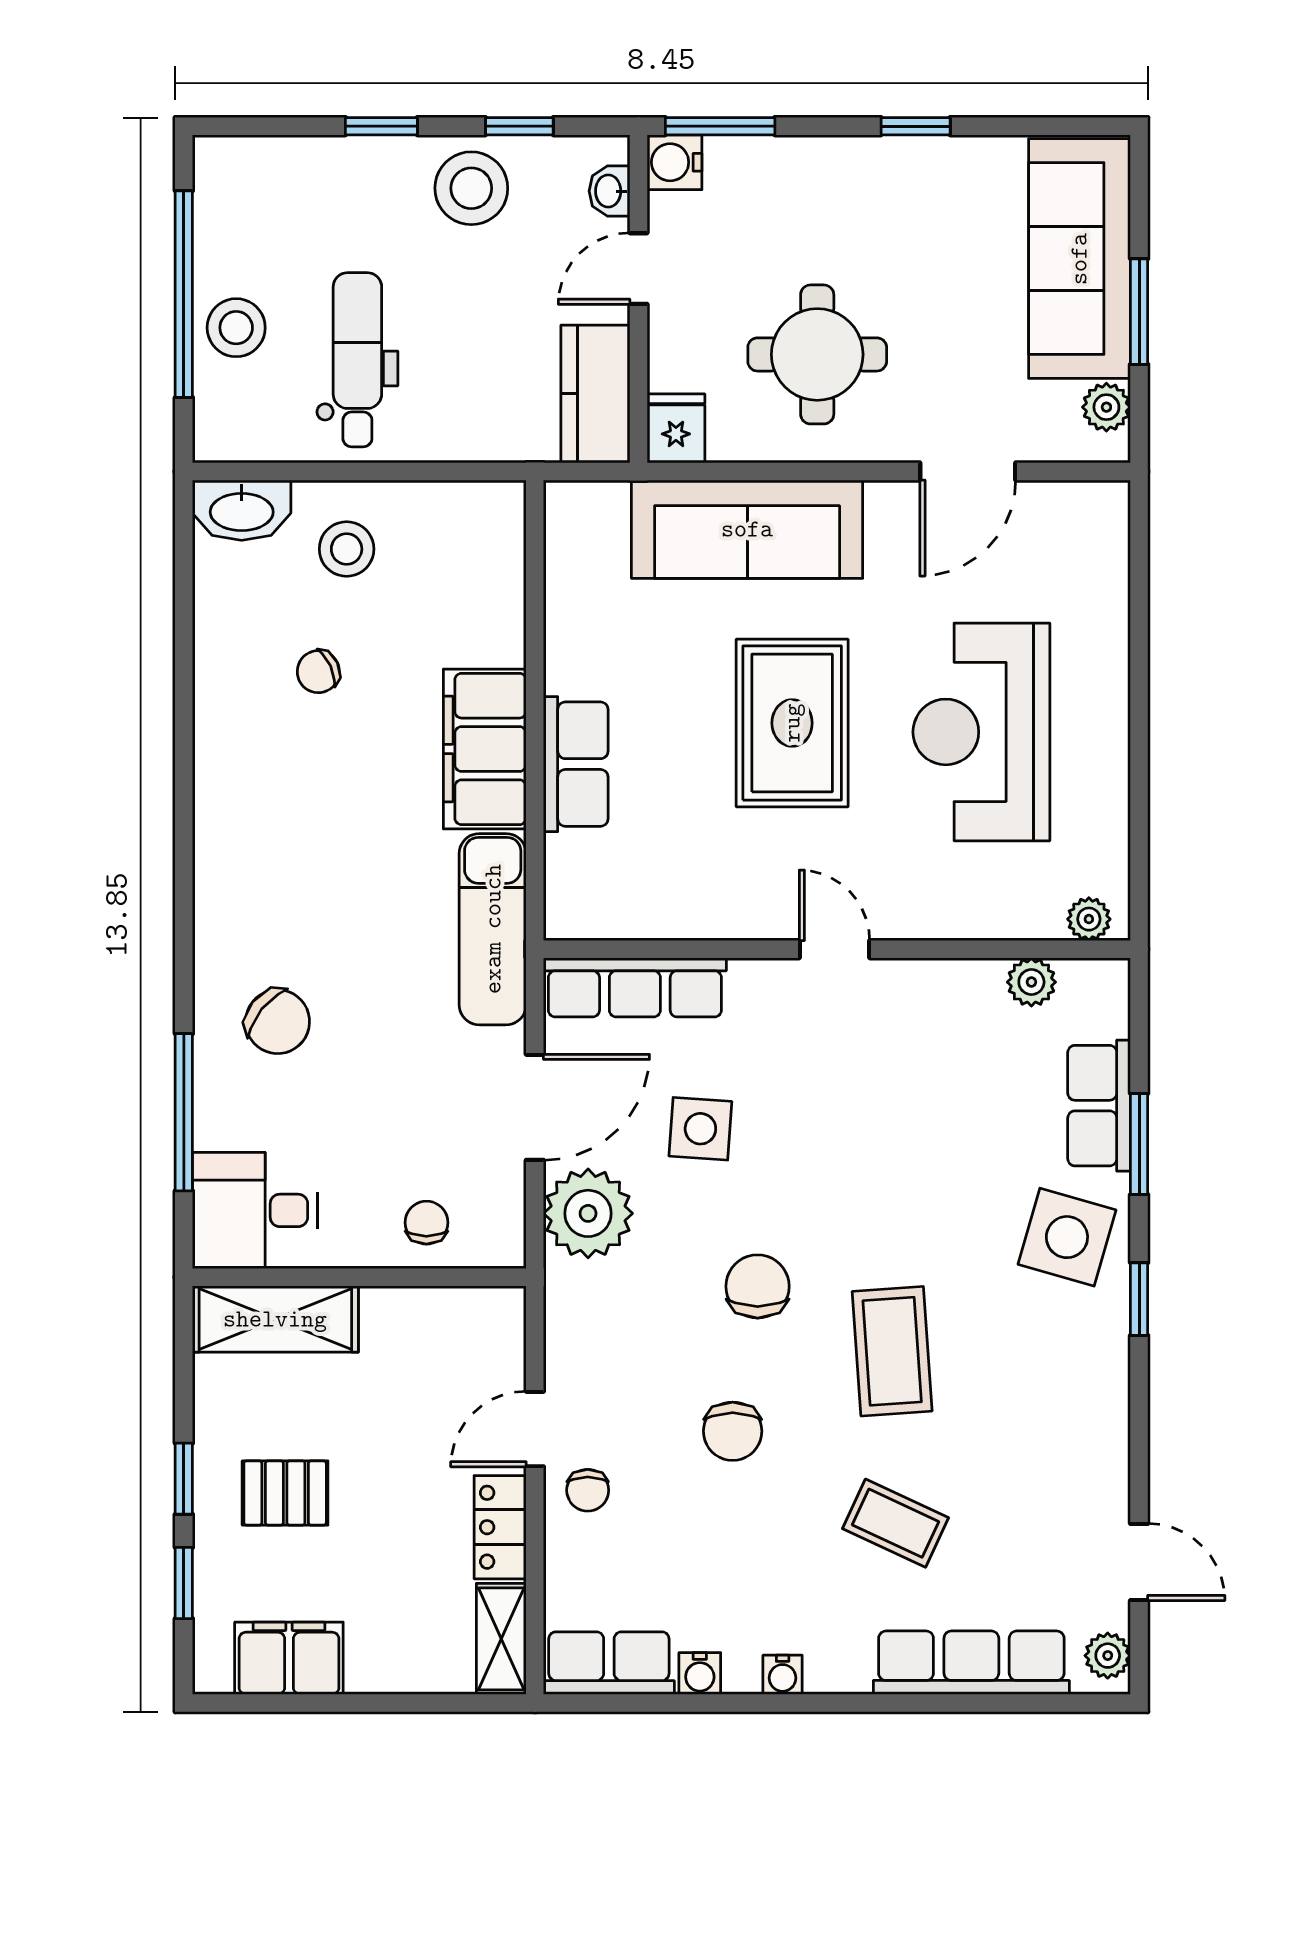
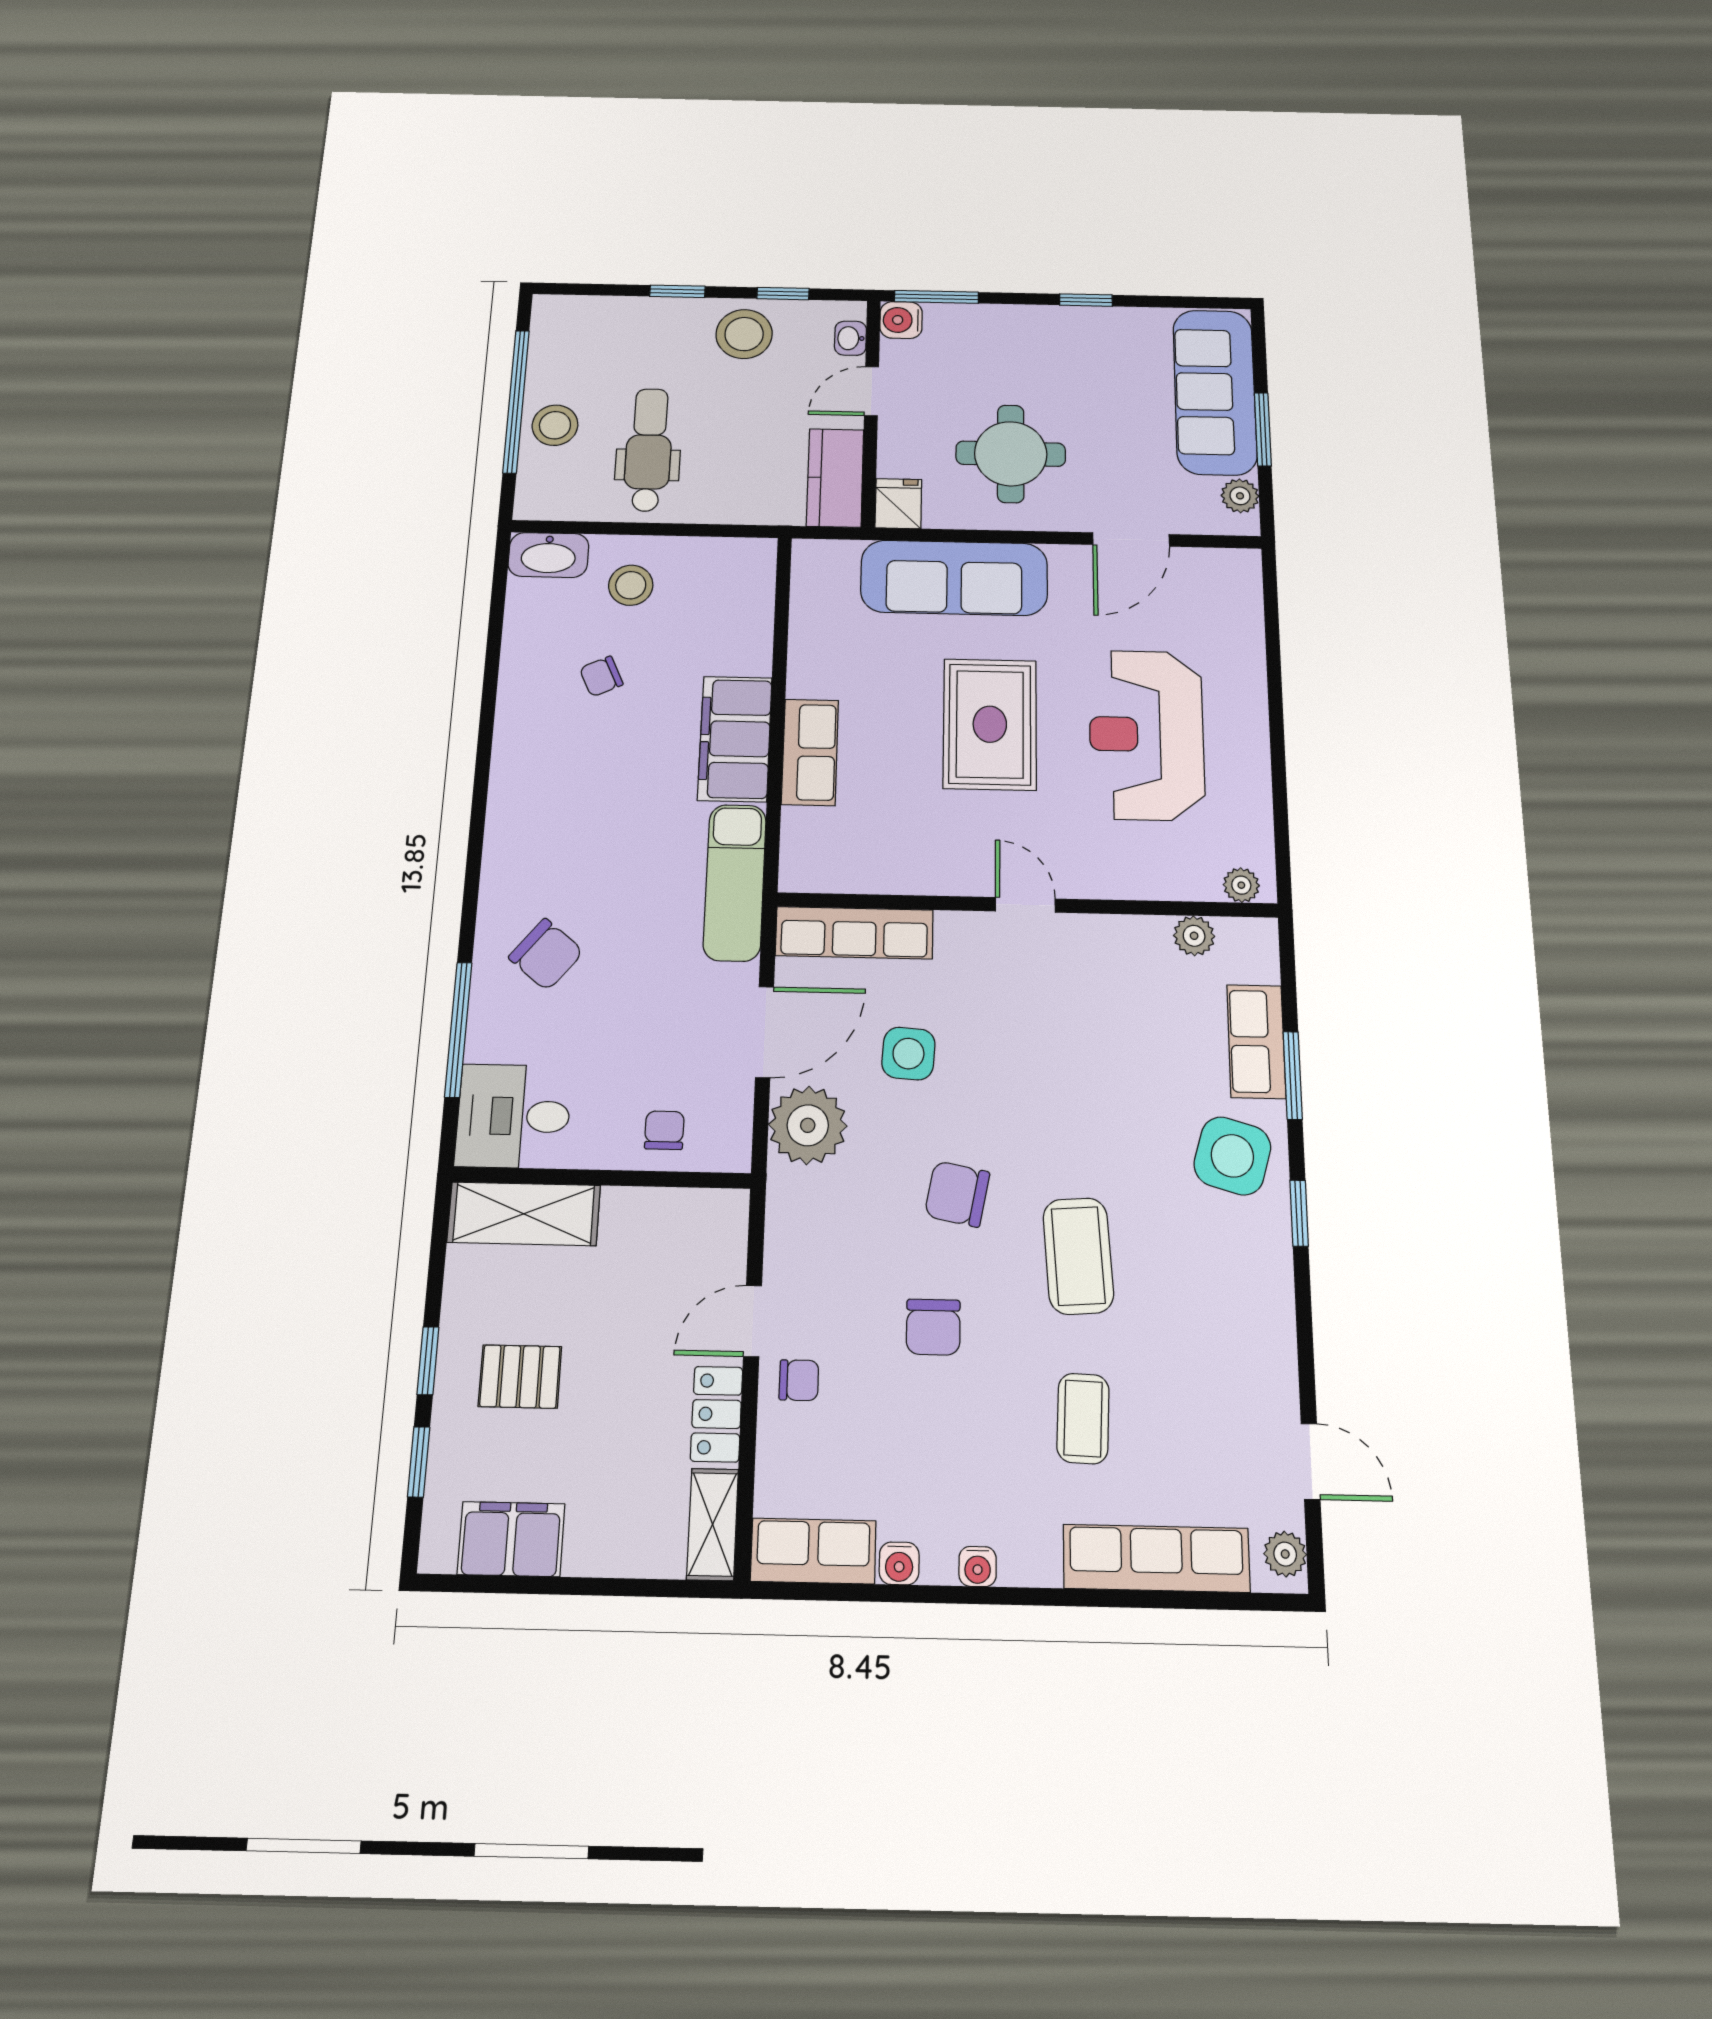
chair: (758, 1286) -> (957, 1194), turned -79
chair: (588, 1490) -> (799, 1380), turned -90
coffee table: (895, 1523) -> (1083, 1418), turned 67

